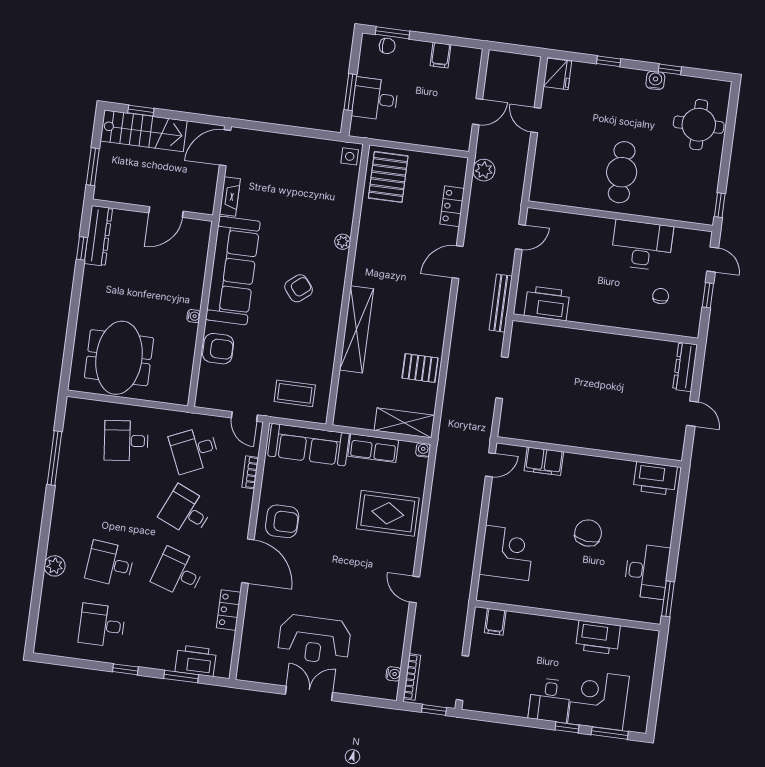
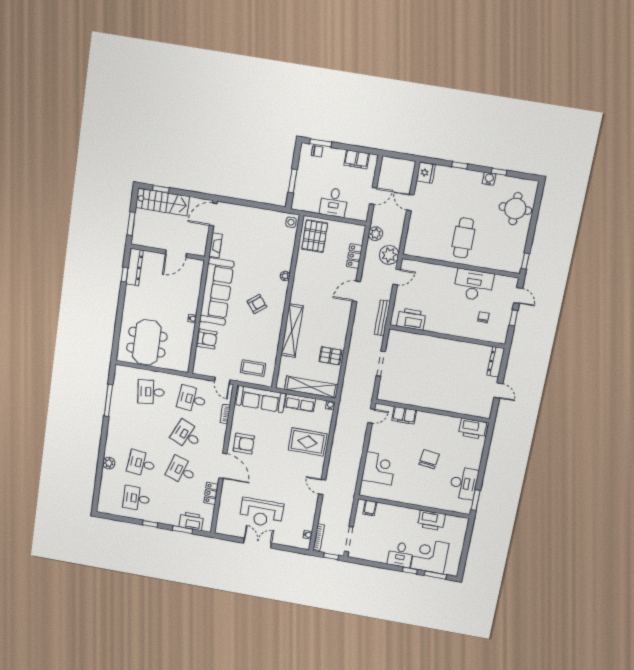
filing cabinet: (441, 55) -> (357, 159), width x2.00
desk: (375, 99) -> (334, 202), moved, turned -90
plant: (507, 203) -> (389, 255), added
shelving: (404, 423) -> (311, 387), width x1.47
desk: (194, 450) -> (192, 399), turned 30

